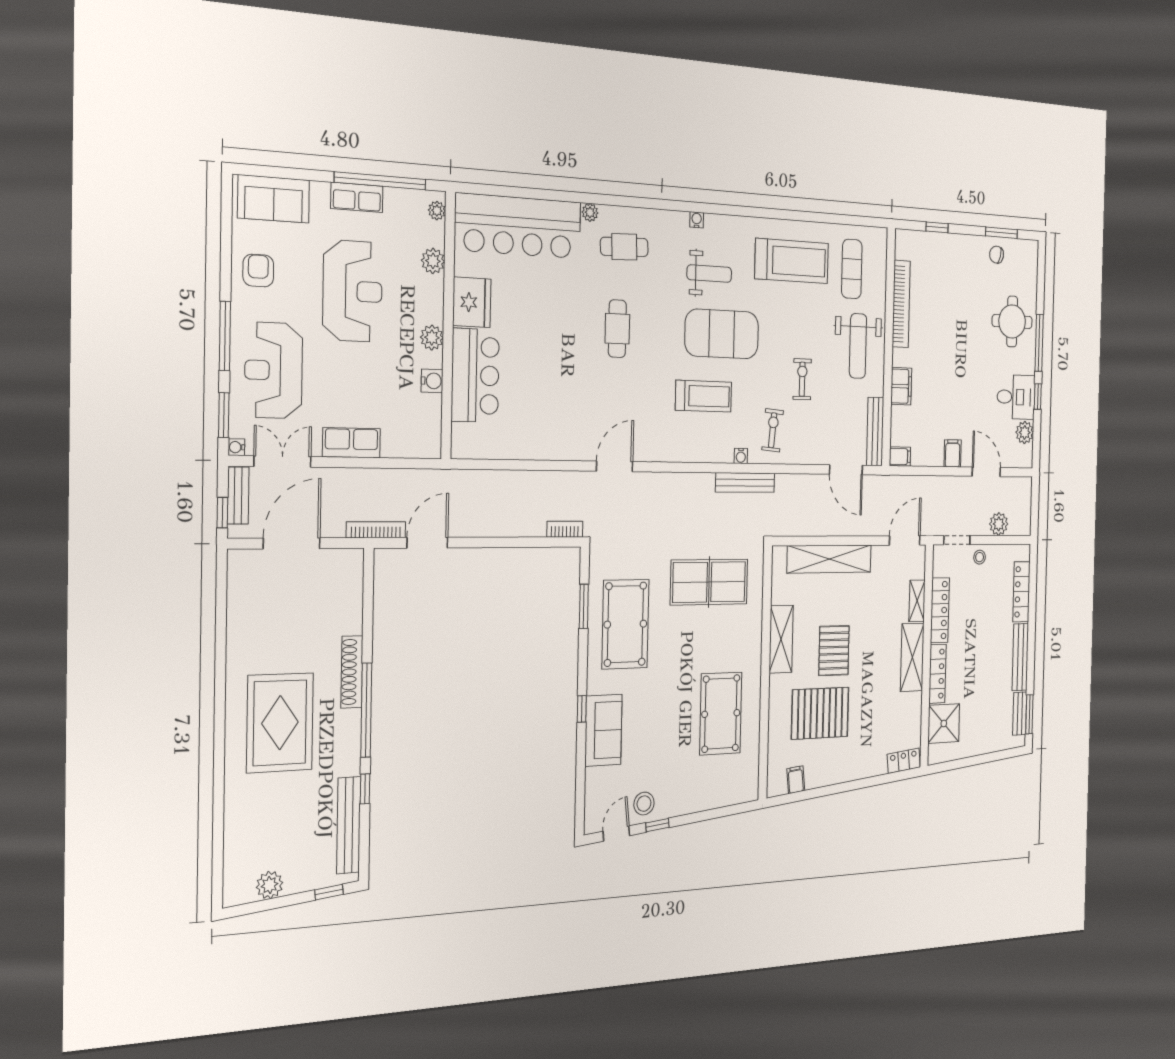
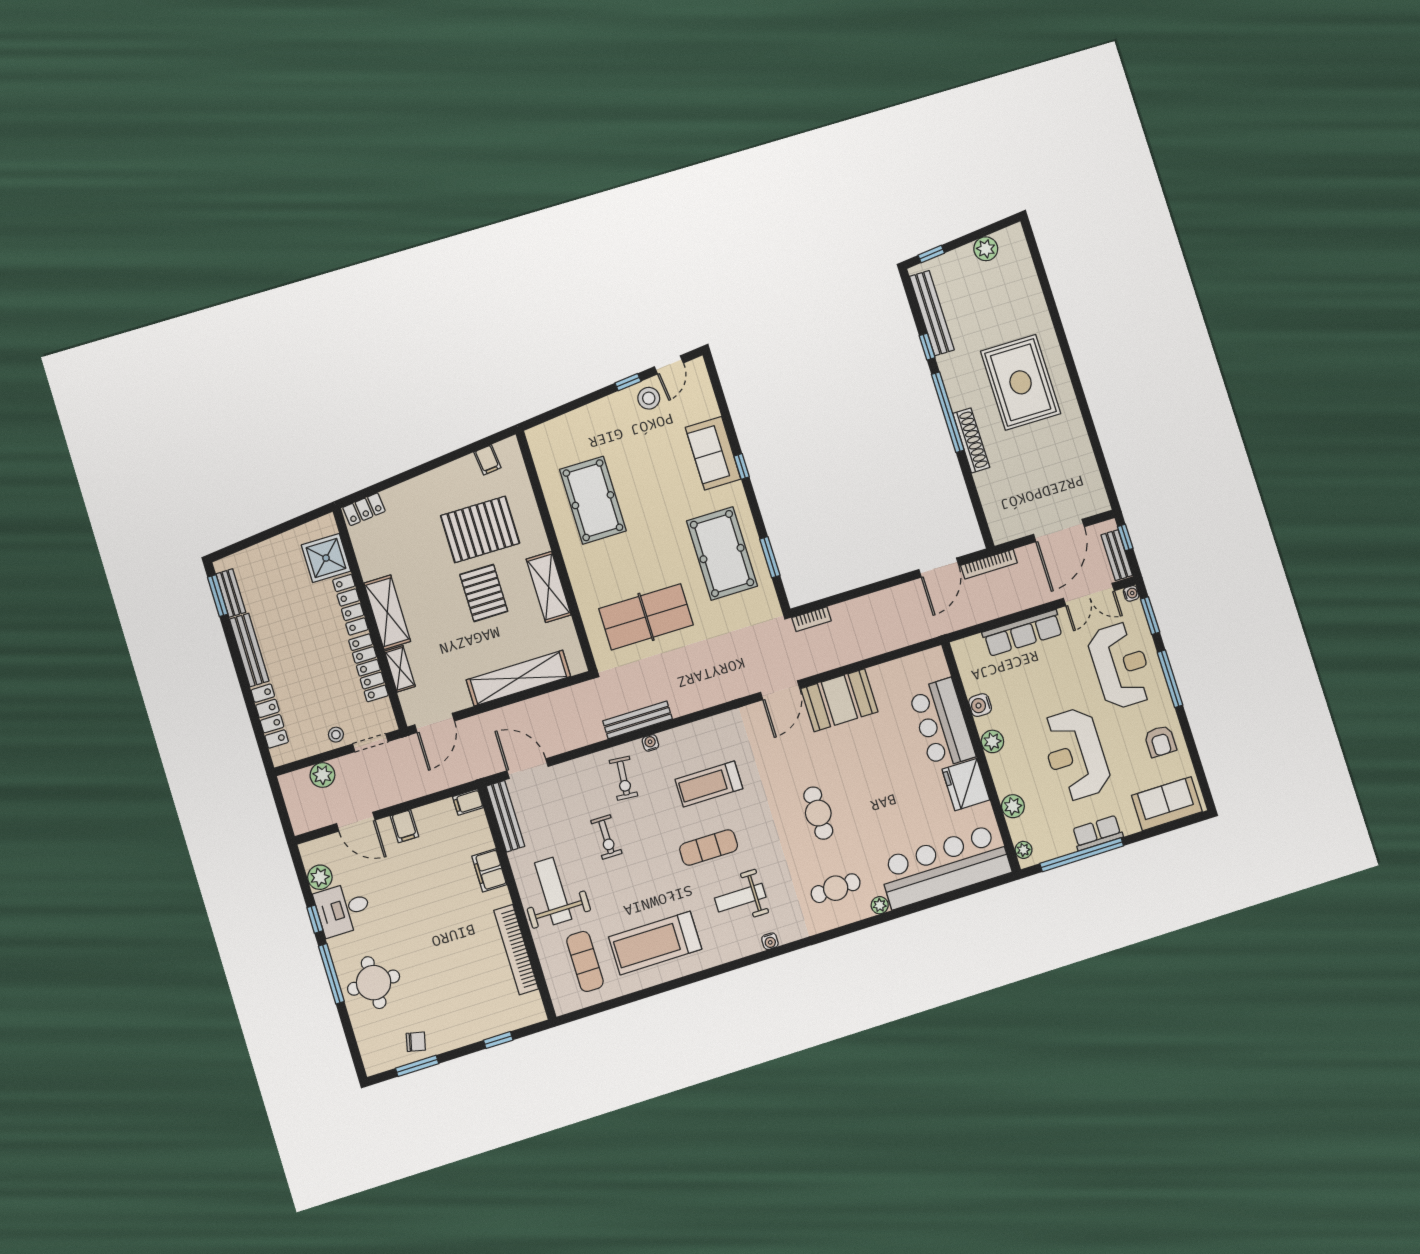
exercise mat: (722, 334) -> (709, 848), width x0.50, depth x0.69
booth: (564, 436) -> (839, 700), added
row of seats: (351, 443) -> (1023, 633), width x1.48

